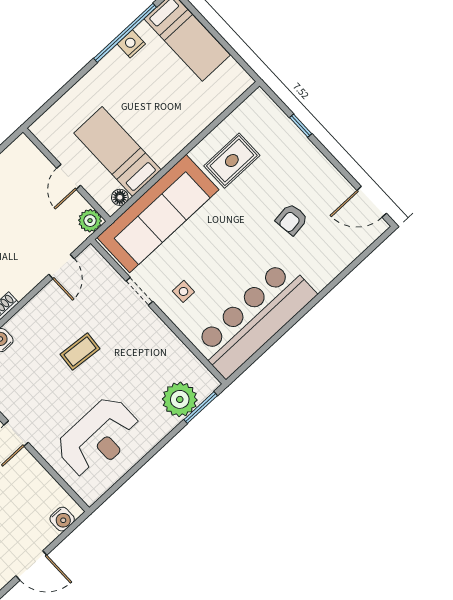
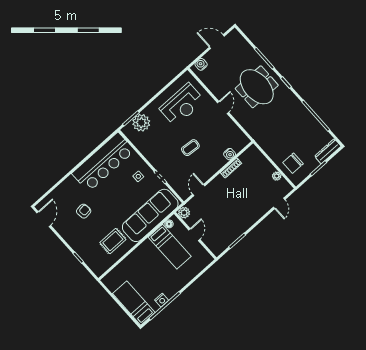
door: (372, 202) -> (44, 219), hinge flipped
reception desk: (99, 437) -> (182, 105), turned 180

